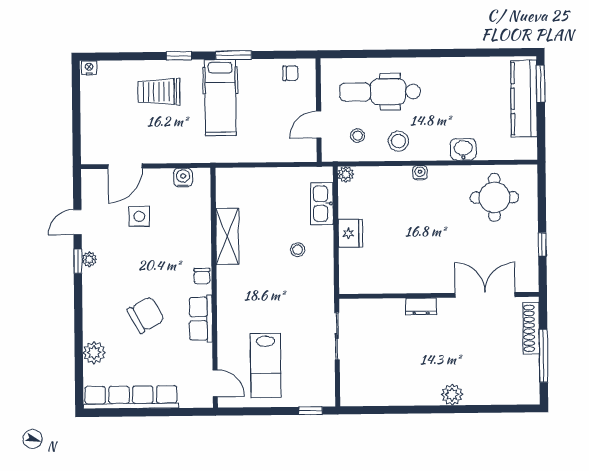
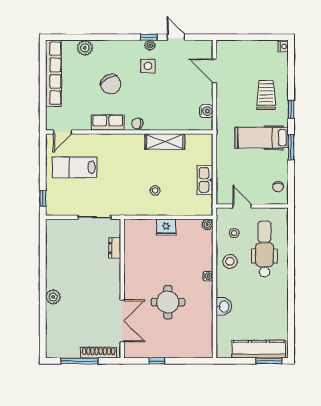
round table: (494, 197) -> (168, 302), moved
kitchen sink: (322, 204) -> (205, 180), moved, turned -90
side table: (139, 216) -> (148, 66), moved
dresser: (421, 306) -> (115, 248), moved

